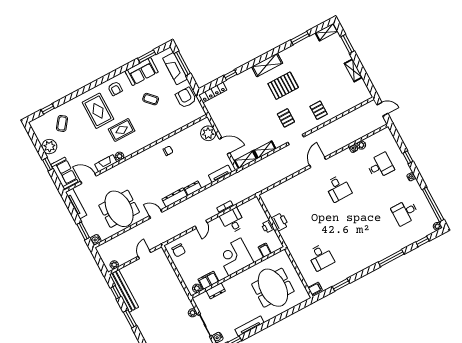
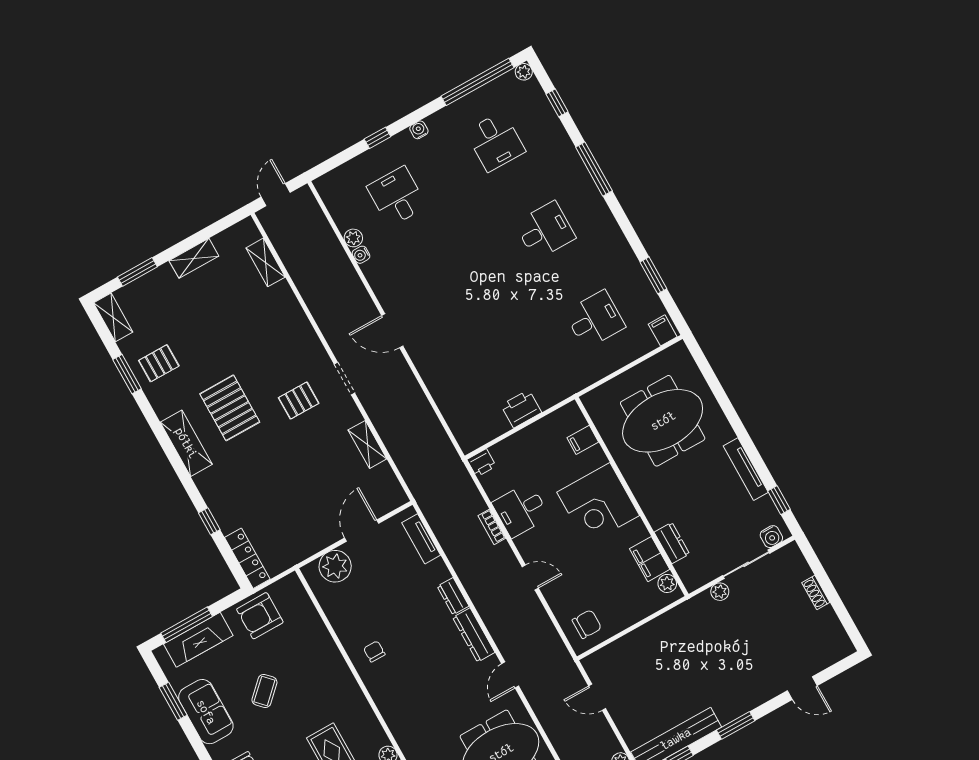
pallet: (319, 110) -> (159, 363), moved
shelving: (246, 160) -> (266, 262), moved
desk: (338, 188) -> (545, 231), moved
printer: (268, 227) -> (482, 463), moved

